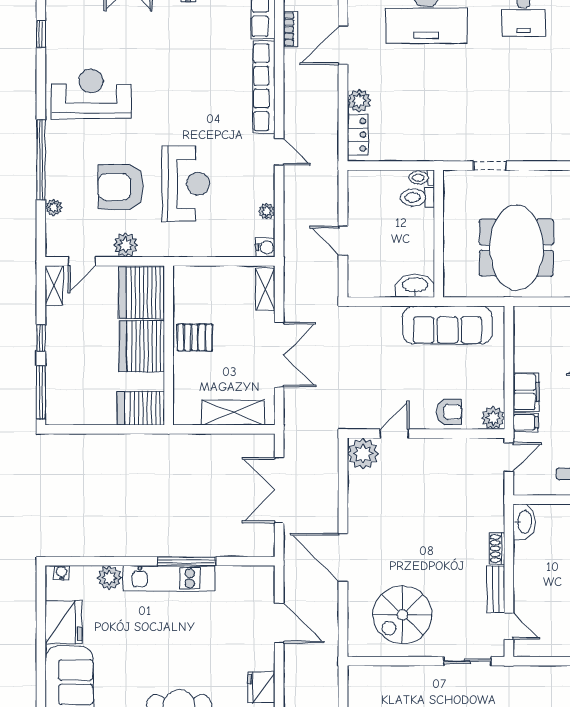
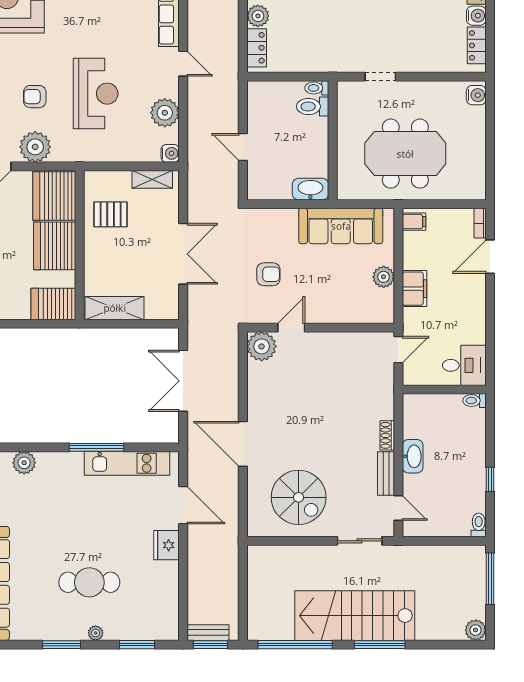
armchair: (121, 187) -> (35, 97), width x0.53, depth x0.53
plant: (267, 211) -> (165, 113), width x1.88, depth x1.88
plant: (126, 245) -> (35, 147), width x1.36, depth x1.36
meeting table: (516, 248) -> (405, 154), turned 90
shelving: (265, 289) -> (152, 179), moved, turned 90
pallet: (195, 337) -> (111, 214), moved
armchair: (449, 412) -> (268, 274), moved
shelving: (233, 413) -> (115, 308), moved
plant: (493, 418) -> (384, 277), moved
filing cabinet: (526, 422) -> (414, 222), moved
washbasin: (524, 522) -> (413, 456), moved
kitchen unit: (169, 578) -> (127, 463), moved
spiral stairs: (402, 615) -> (299, 497), turned -90
fridge: (261, 687) -> (167, 545), moved

